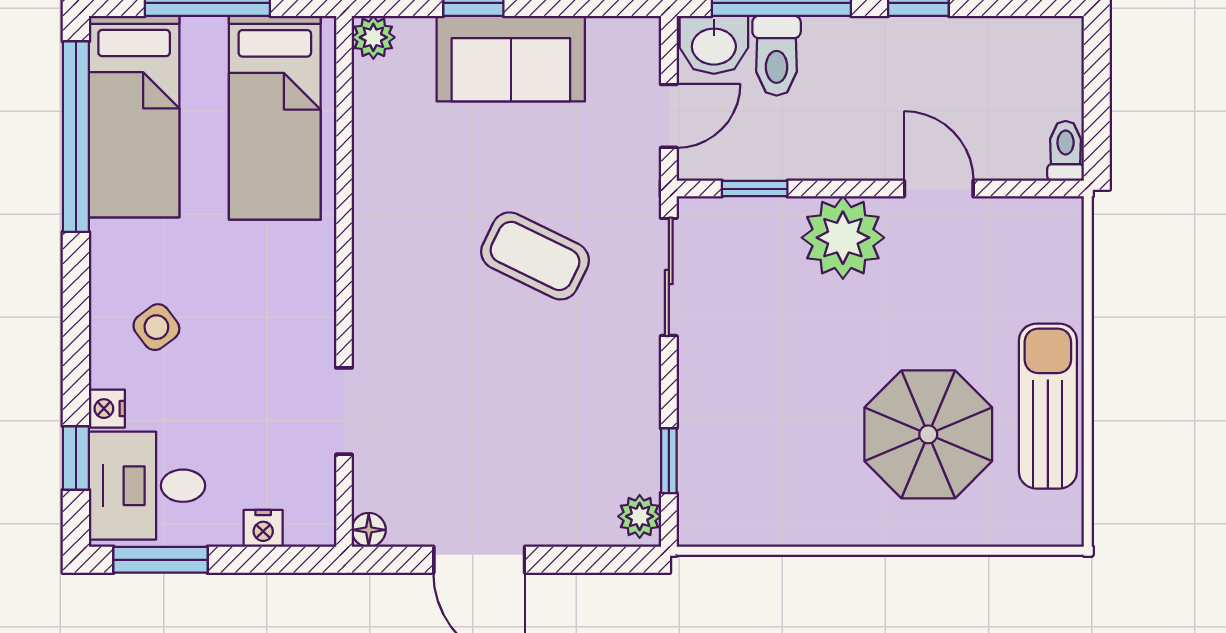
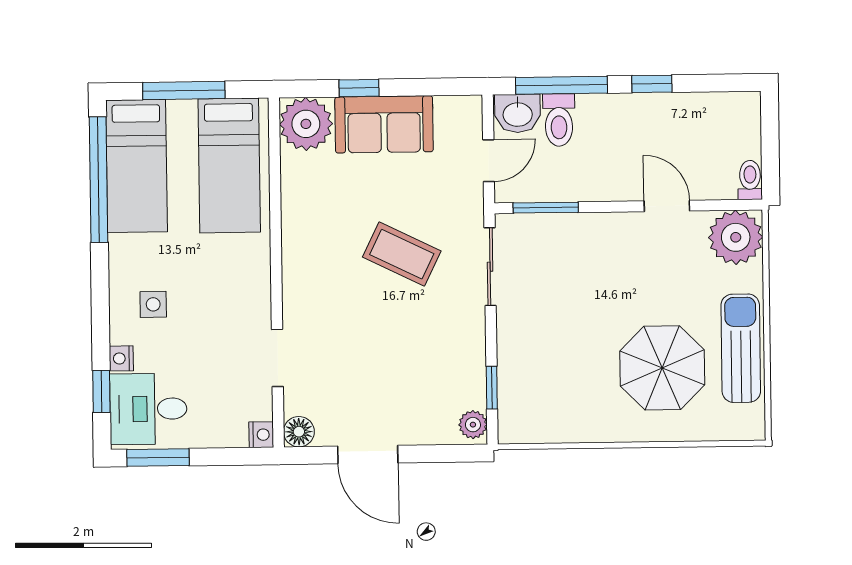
plant: (373, 37) -> (306, 124), width x1.87, depth x1.87
window: (755, 189) -> (546, 208), width x1.50
plant: (843, 238) -> (736, 237), moved
side table: (156, 327) -> (153, 304), turned 37
nightstand: (263, 528) -> (261, 435), moved, turned -90
floor lamp: (369, 530) -> (299, 432), width x1.37, depth x1.37

